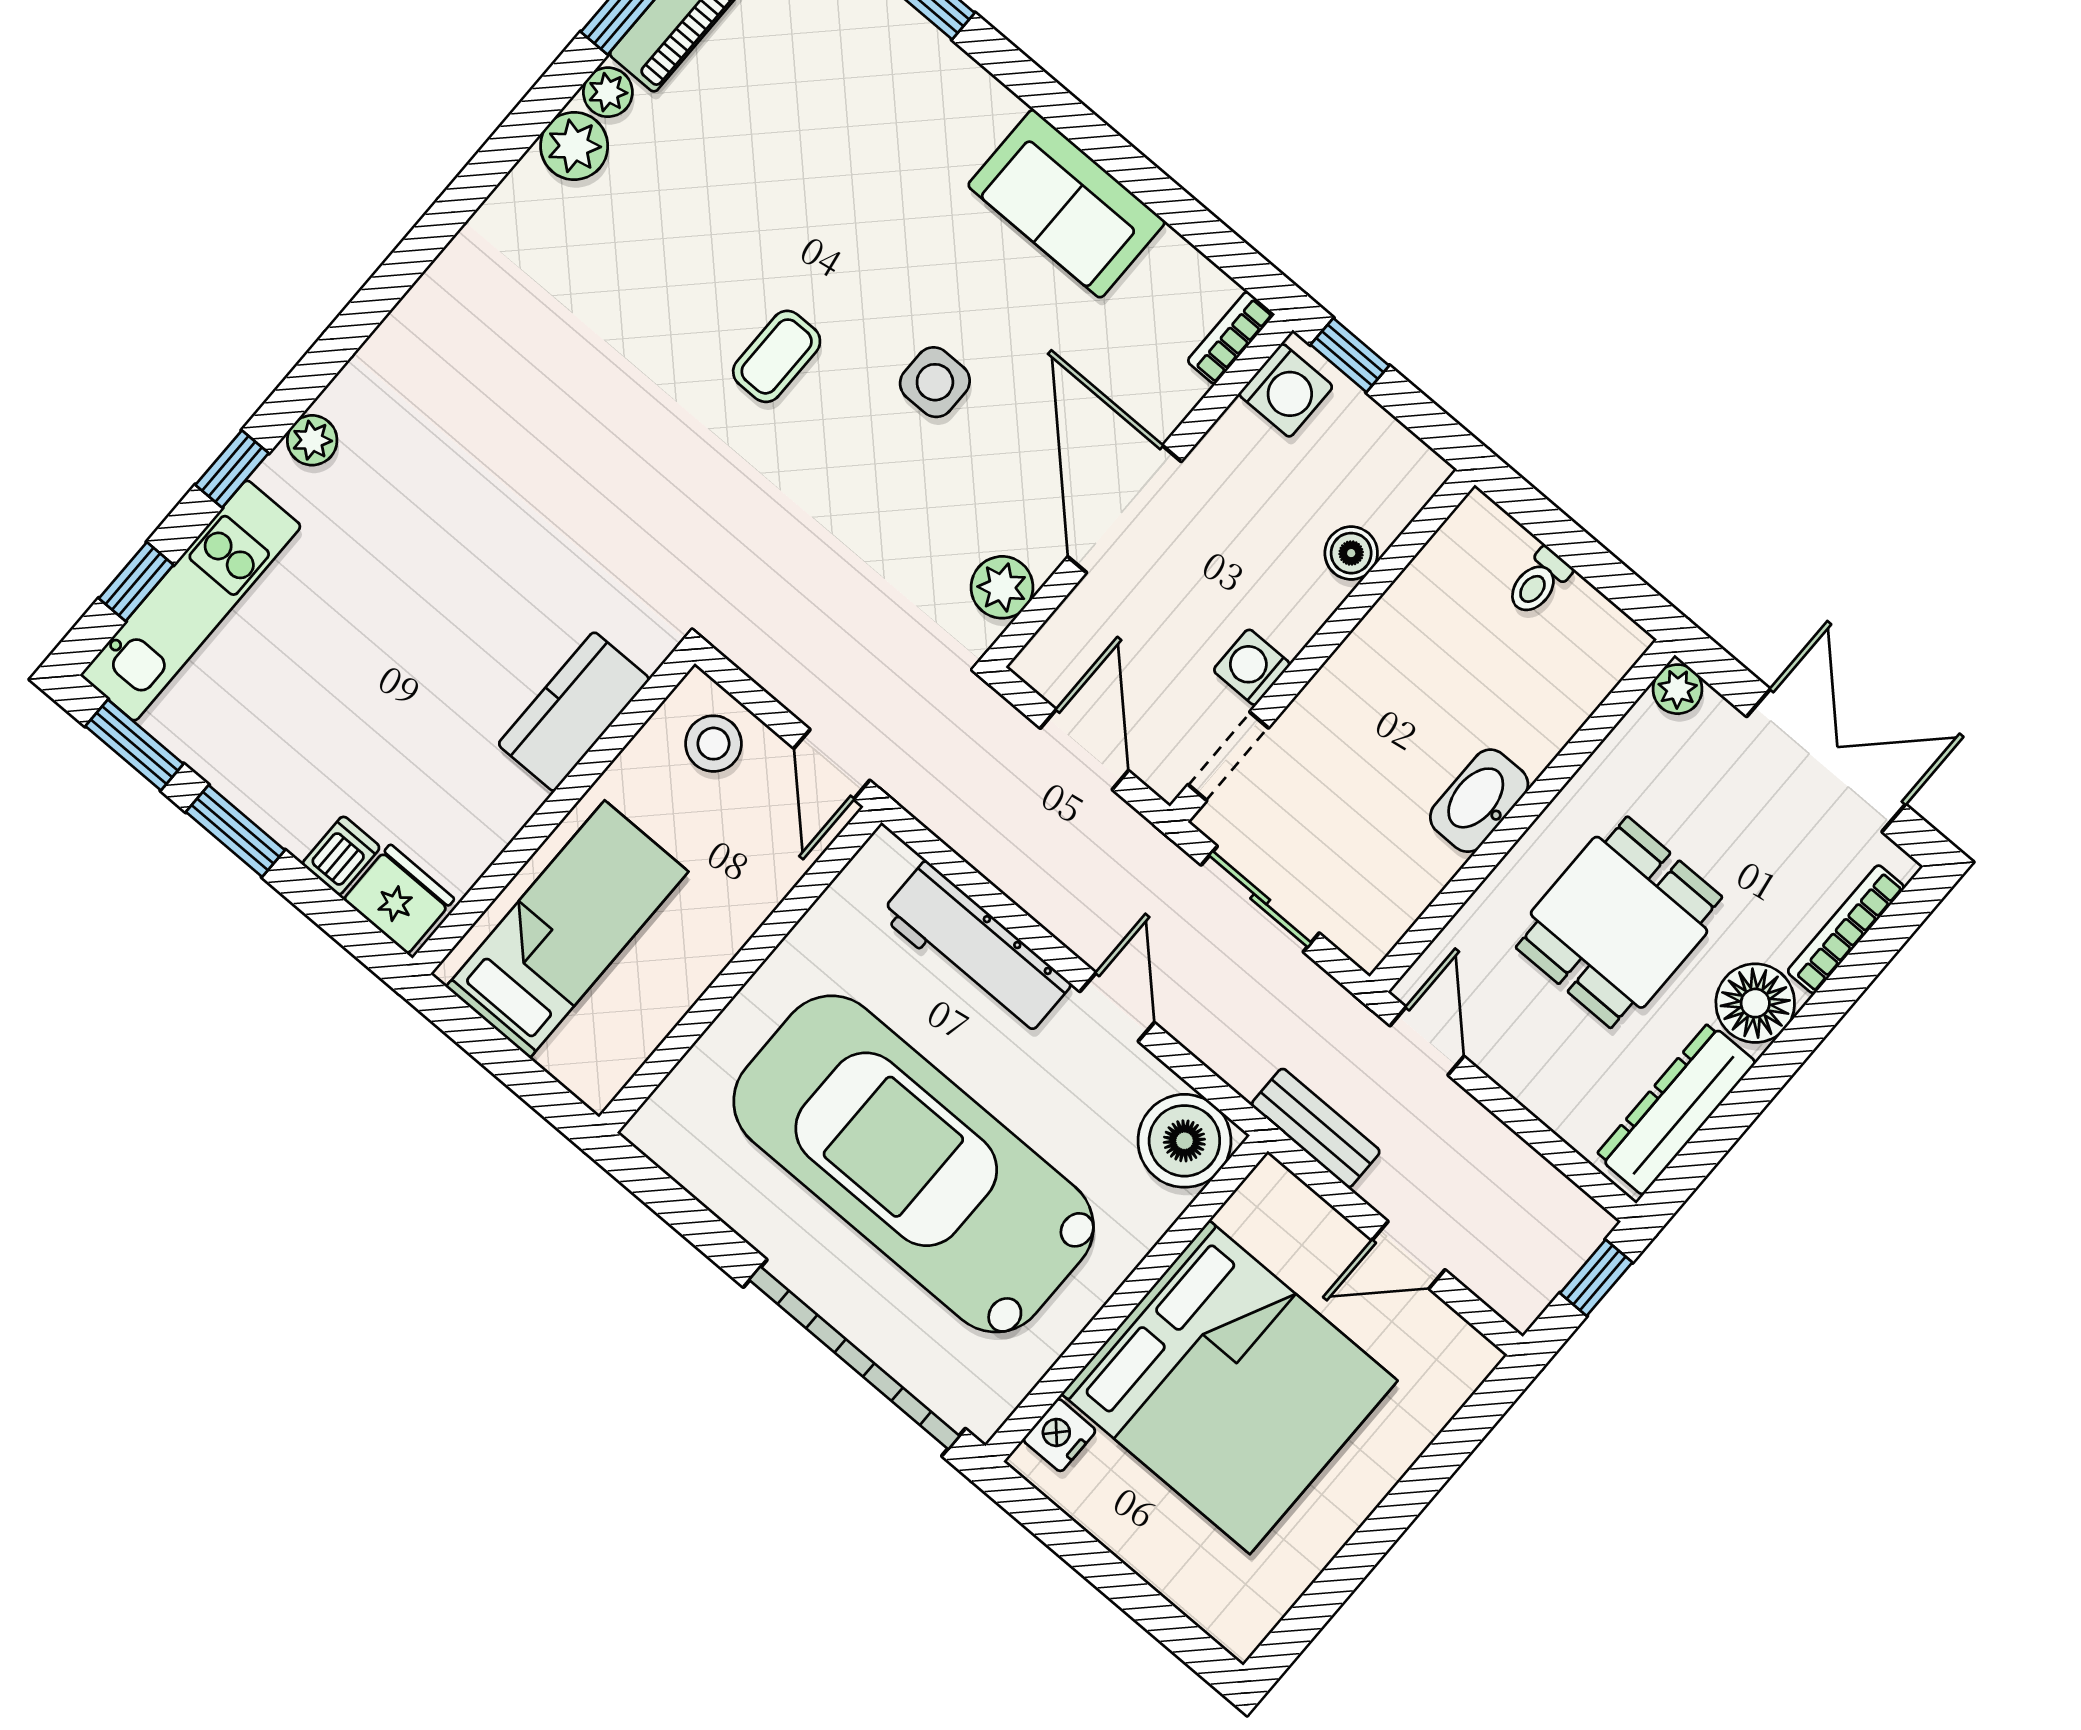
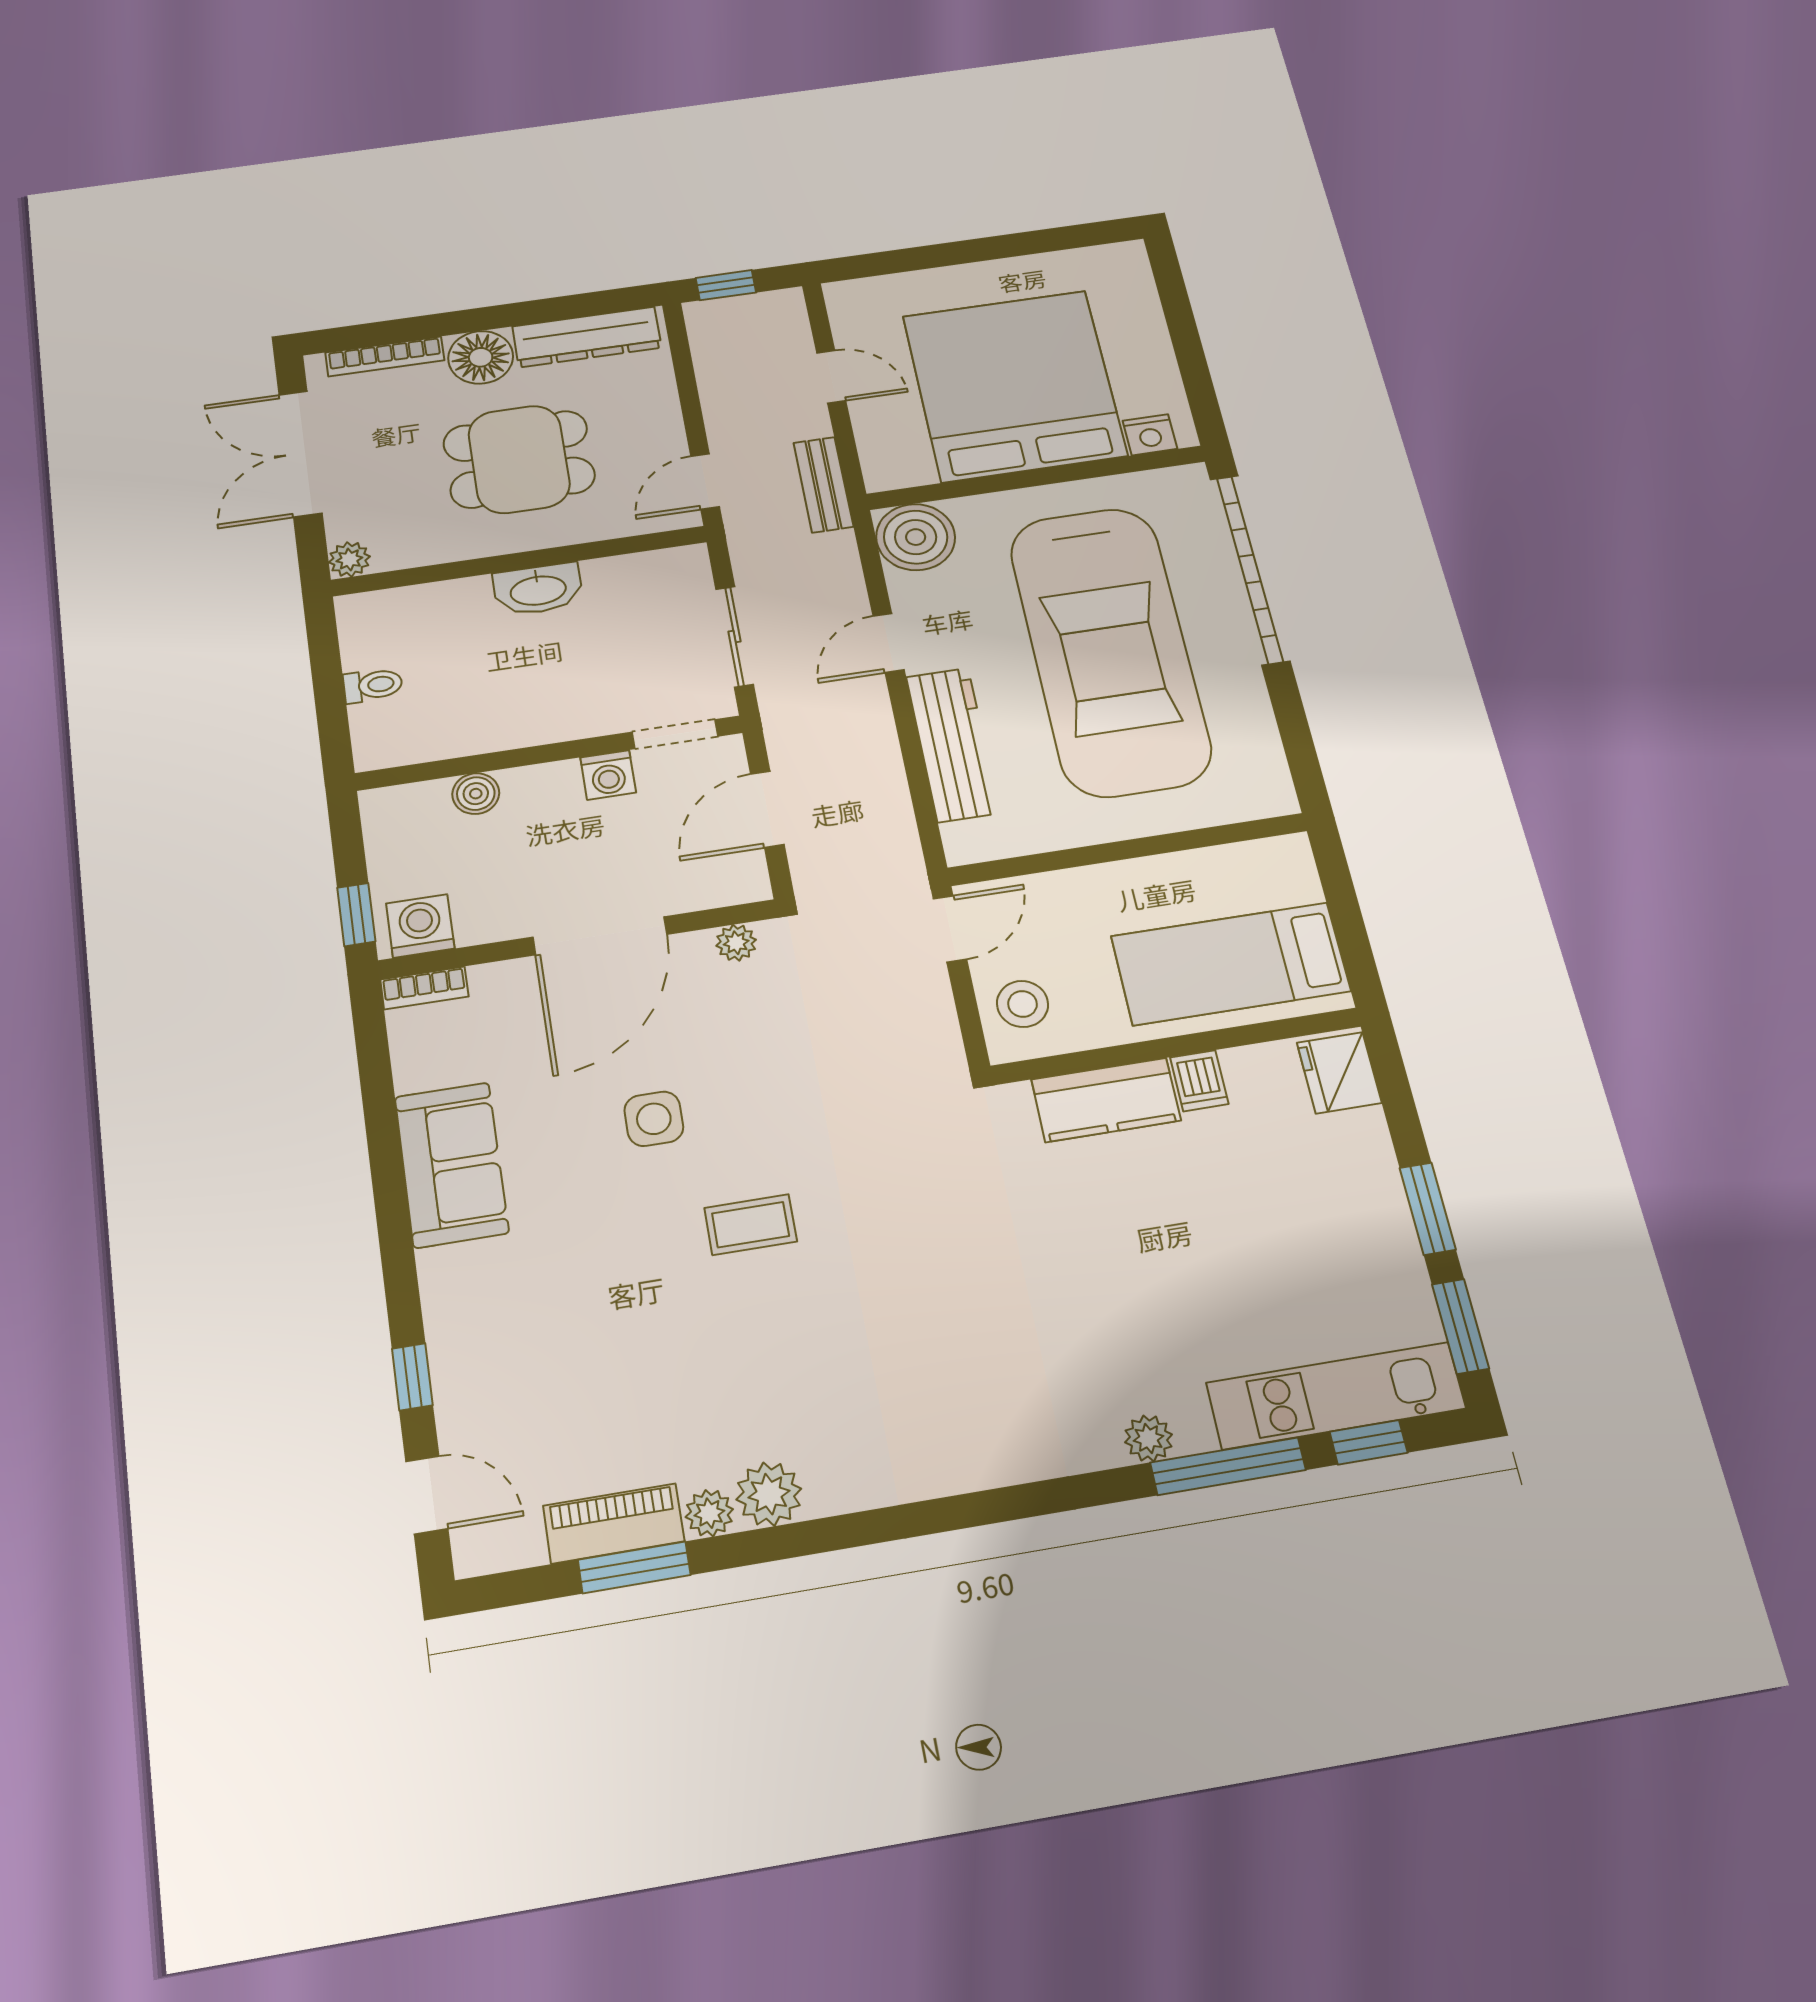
window: (232, 469) -> (1228, 1466), width x2.17
plant: (1002, 587) -> (736, 943), width x0.73, depth x0.73
dishwasher: (341, 856) -> (1199, 1081), moved, turned -90

